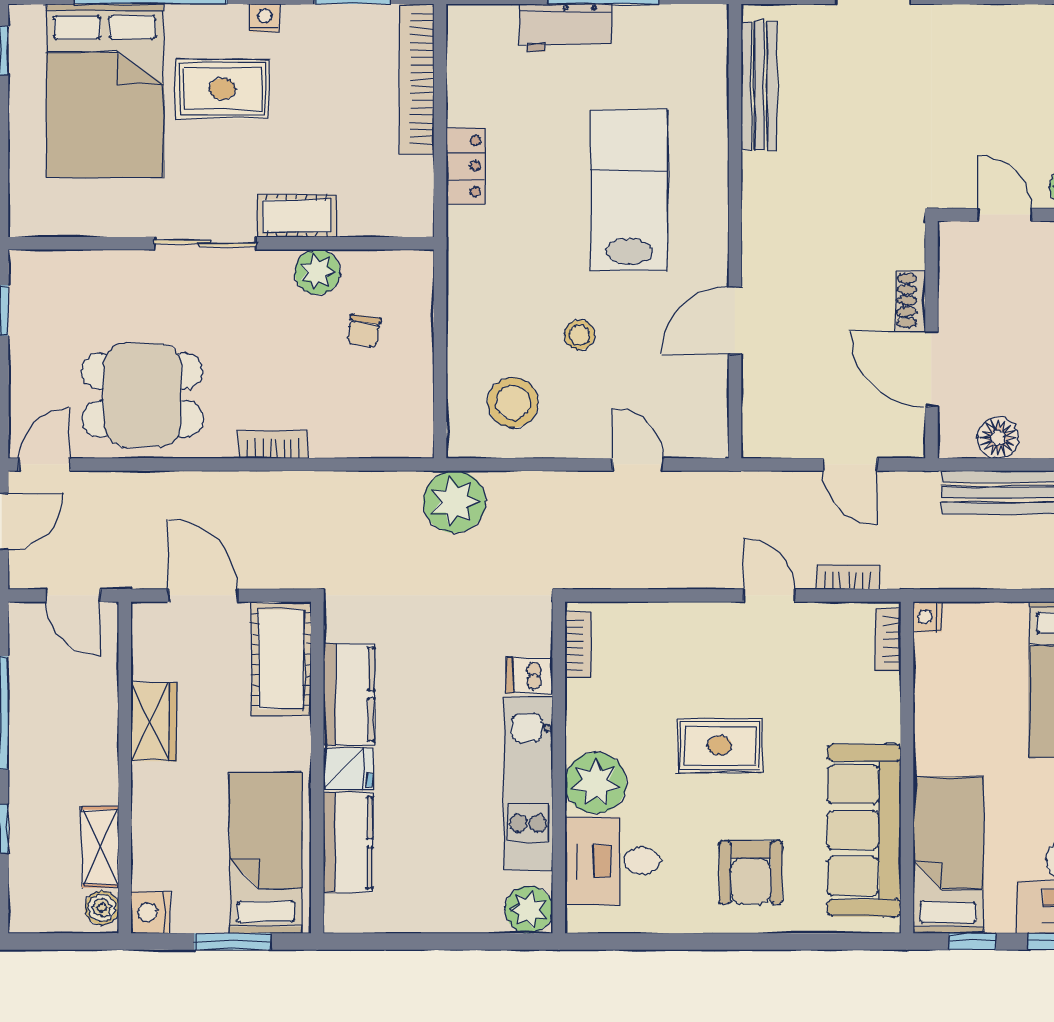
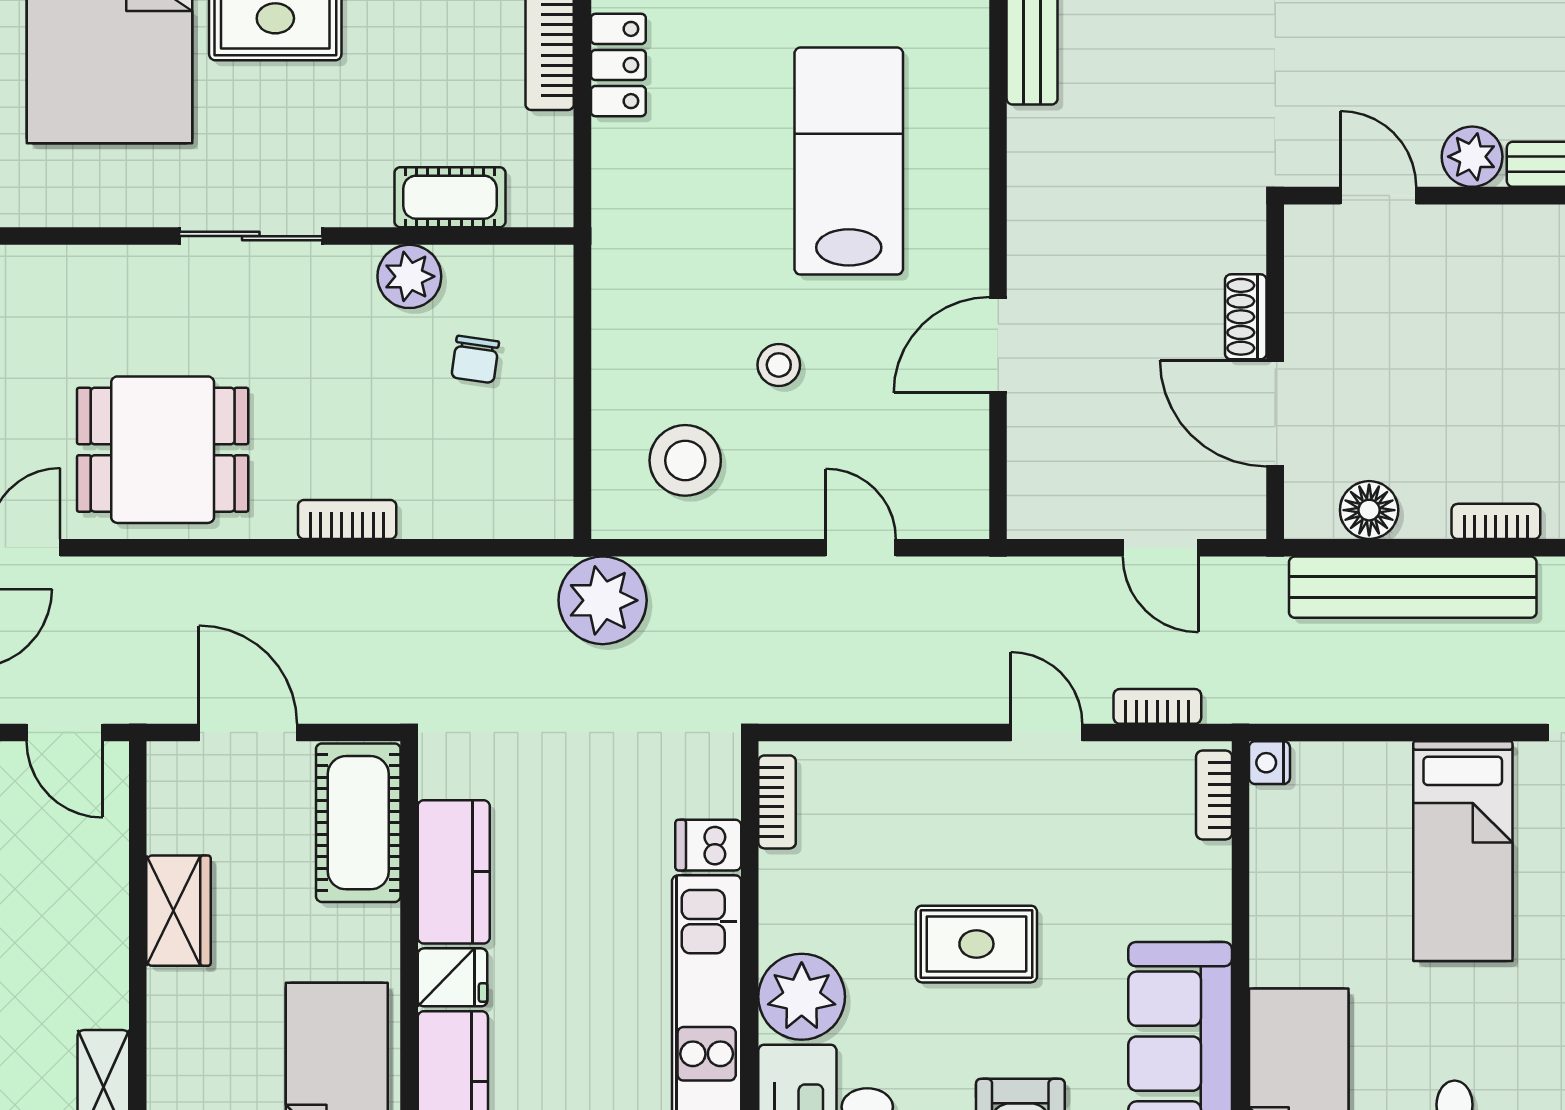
locker: (466, 166) -> (618, 65), moved
cot: (297, 216) -> (450, 197), moved

